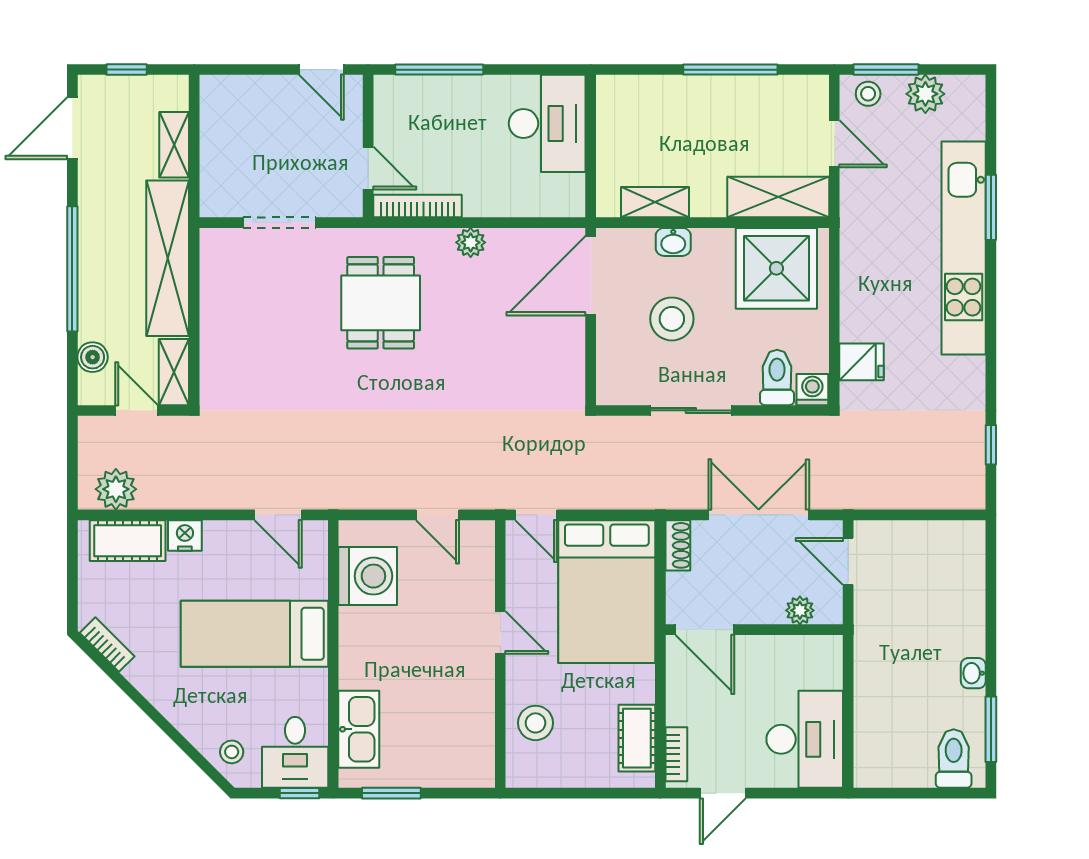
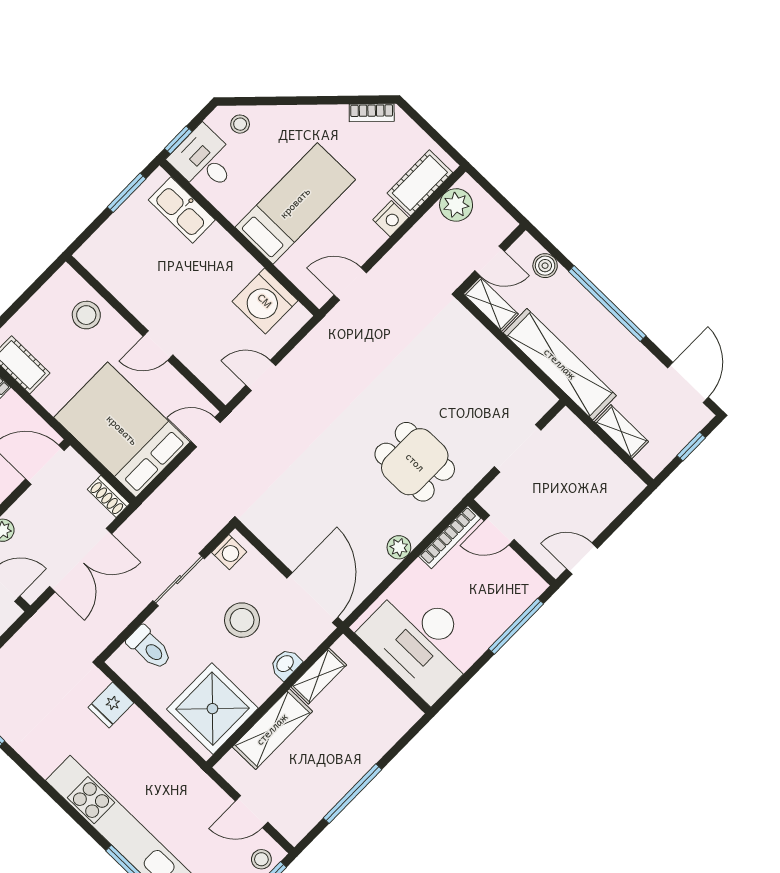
desk: (547, 123) -> (421, 642), width x1.36, depth x1.30
shelving: (778, 197) -> (272, 729), moved
washing machine: (812, 390) -> (229, 552), moved

